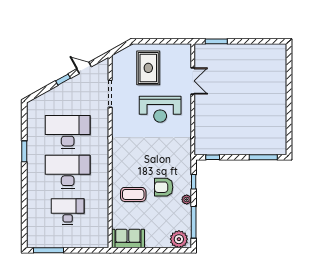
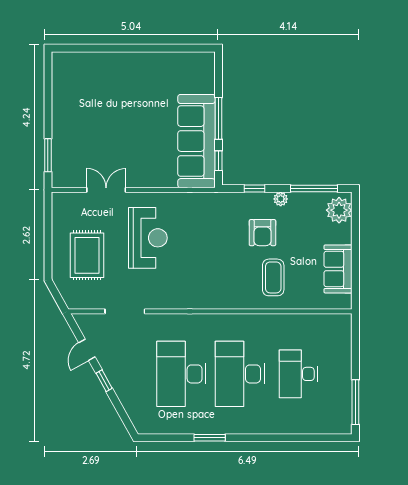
rug: (148, 68) -> (87, 255), turned 90
sofa: (226, 142) -> (196, 141), added
window: (263, 157) -> (218, 118), moved
sofa: (128, 239) -> (338, 269), moved

